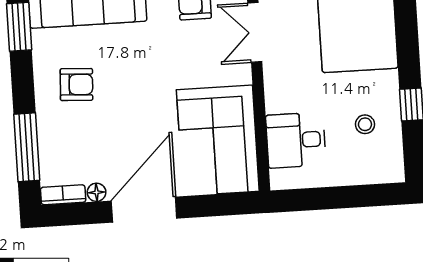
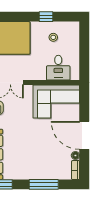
armchair: (76, 85) -> (28, 161), removed
window: (27, 147) -> (44, 184), moved

